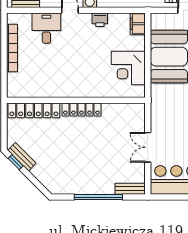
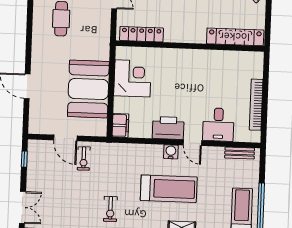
printer: (100, 20) -> (168, 128), width x1.87, depth x1.48
locker: (81, 110) -> (141, 34), moved

